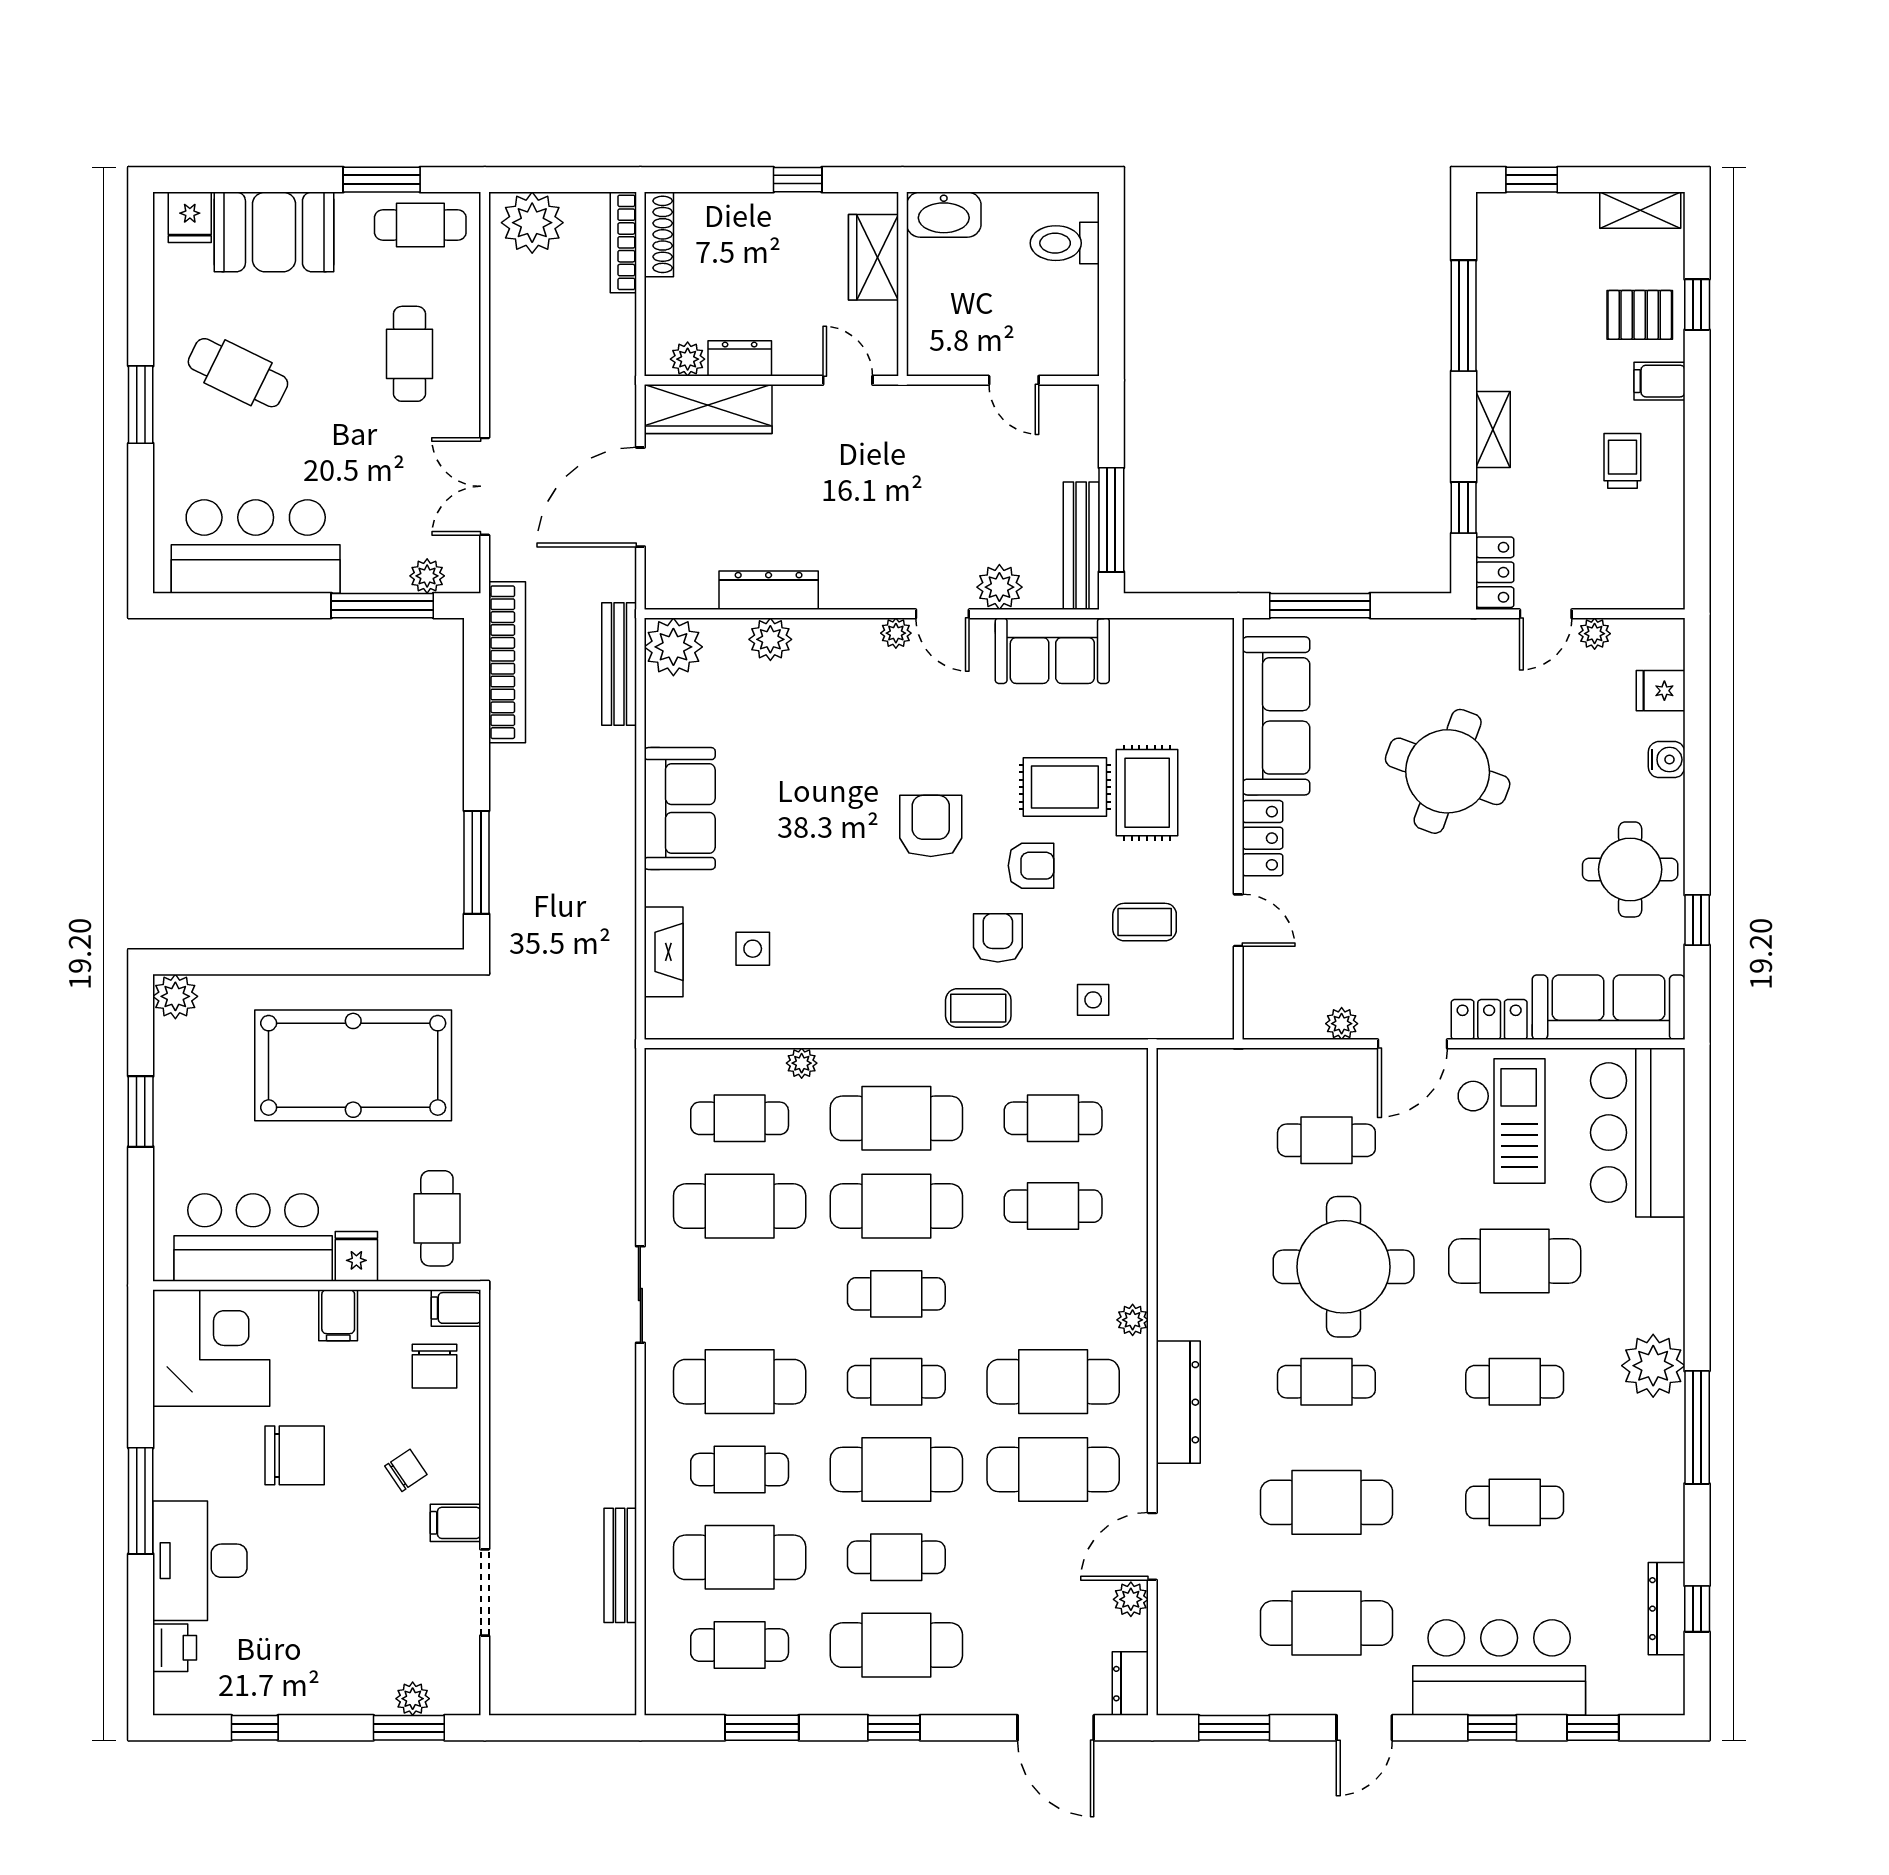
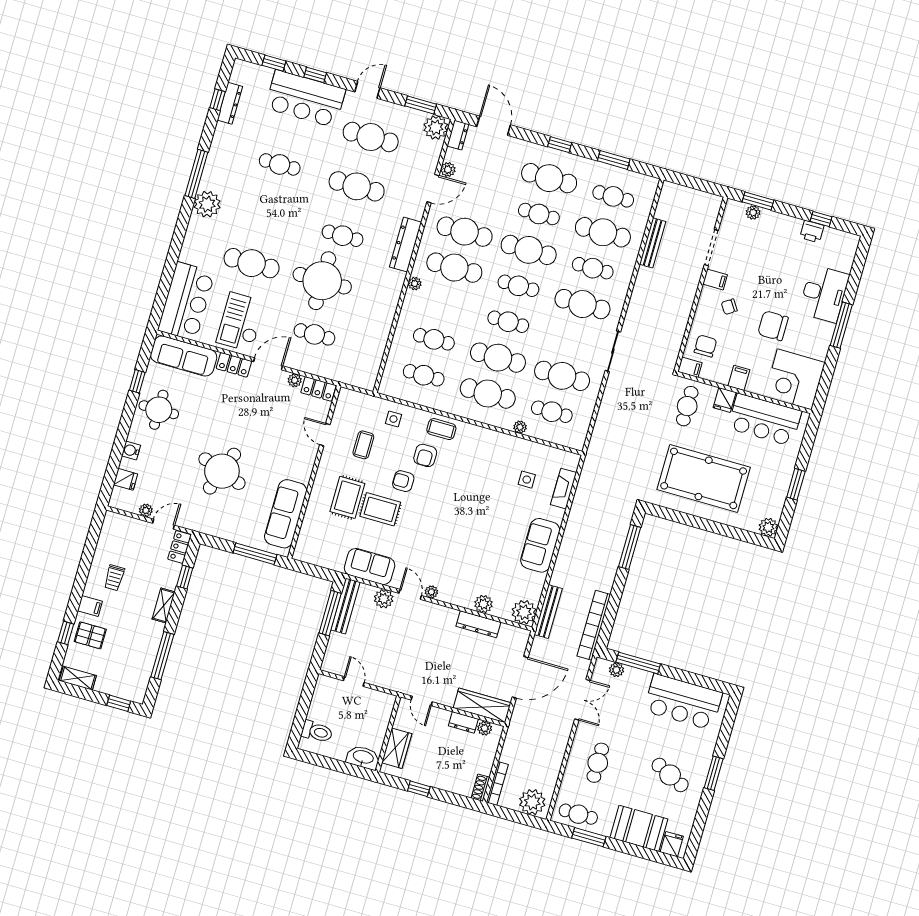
shoe rack: (659, 234) -> (480, 788), width x0.70
armchair: (931, 826) -> (440, 509), removed
locker: (1263, 838) -> (318, 389), moved, turned -90
coffee table: (1145, 922) -> (363, 445), turned 90
cafe table: (1515, 1382) -> (266, 214), removed
printer: (175, 1648) -> (812, 231), moved, turned -90
plant: (1186, 1687) -> (436, 127), added

